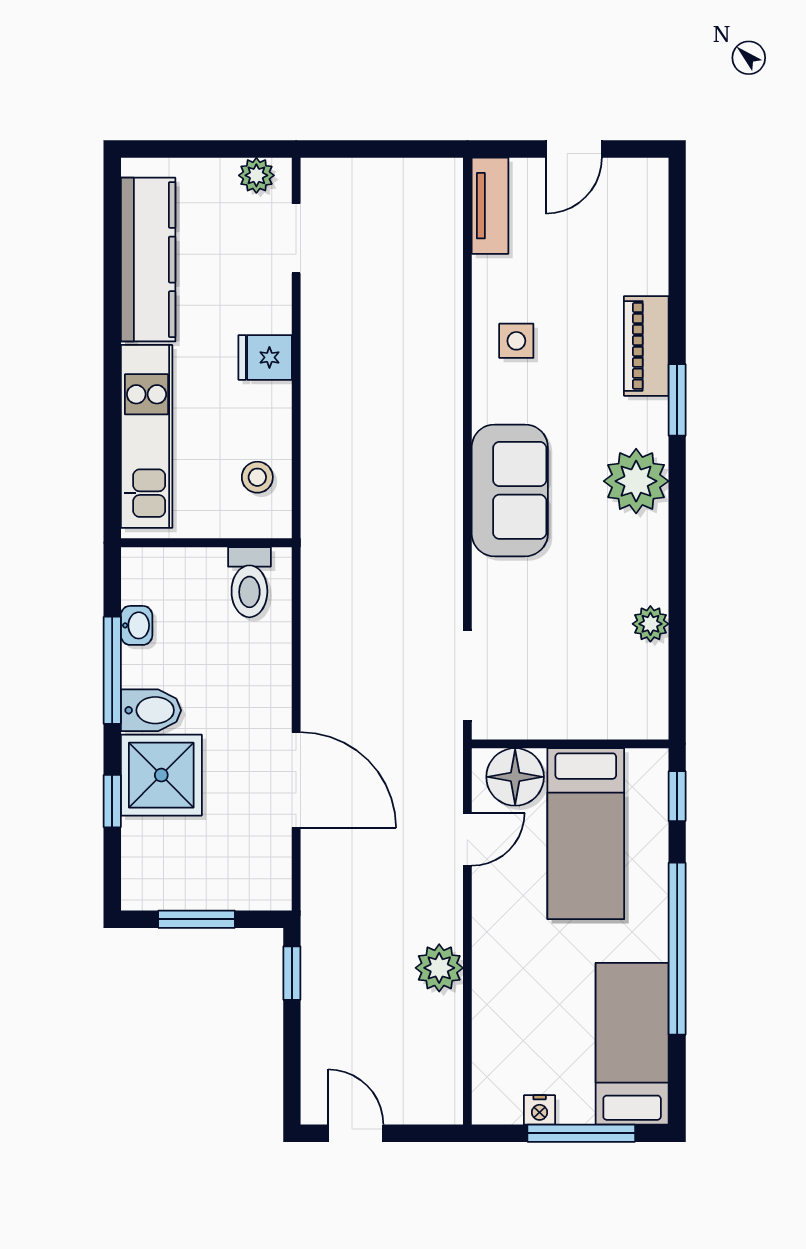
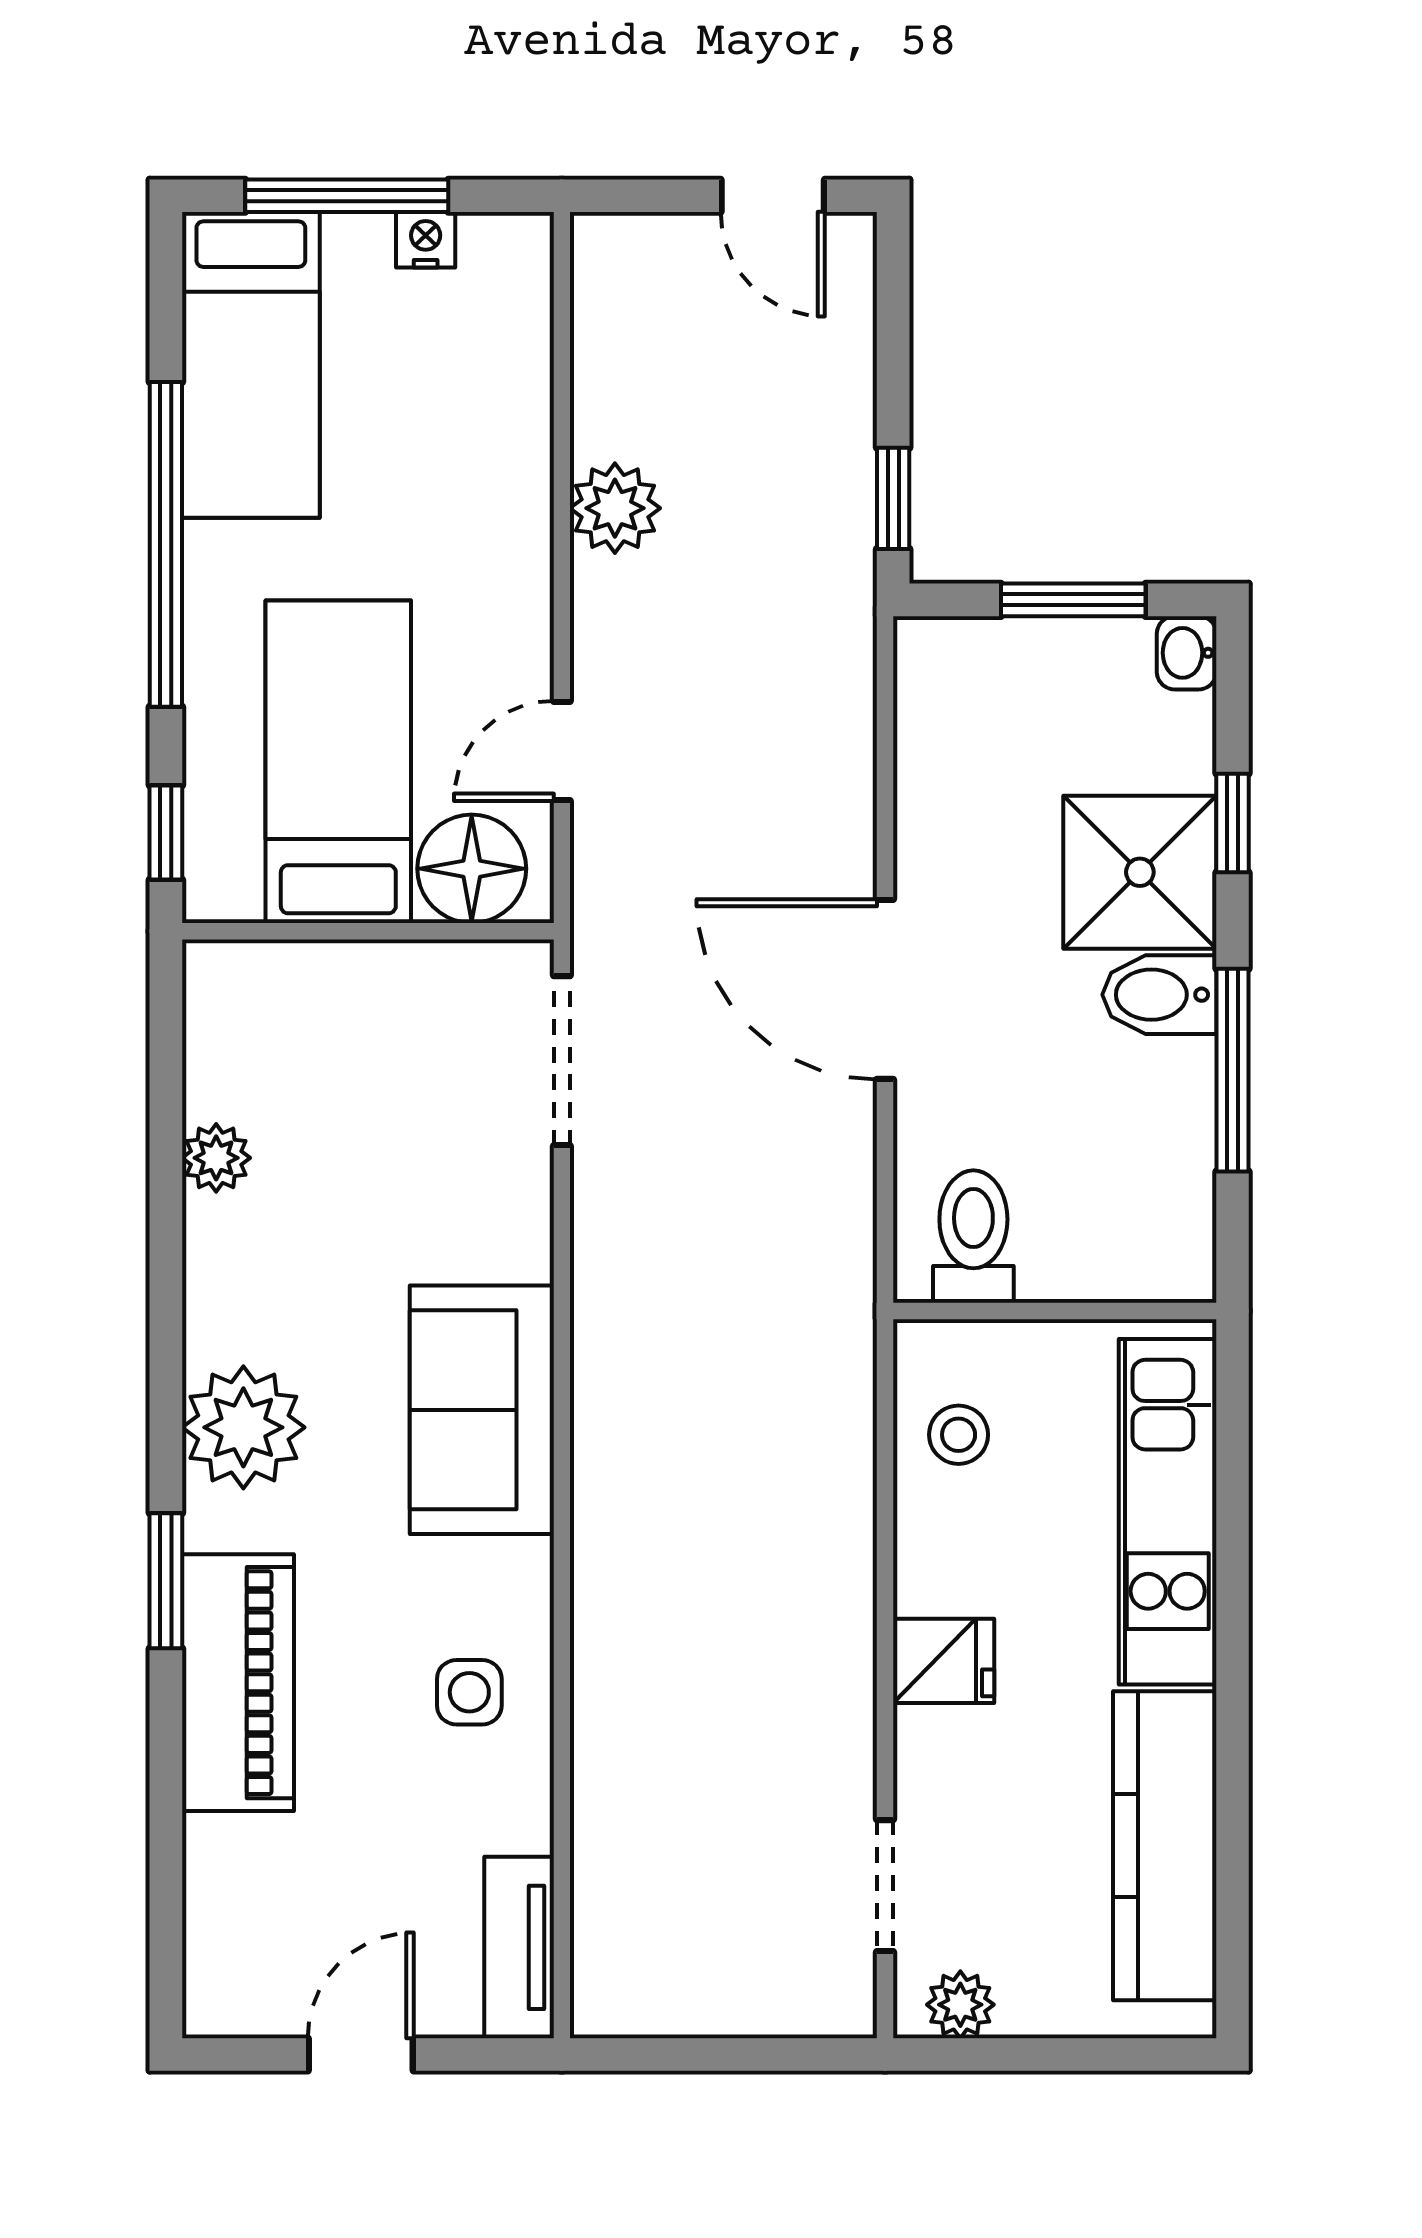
piano: (646, 346) -> (238, 1683), width x1.37, depth x1.33
washbasin: (137, 625) -> (1187, 653), moved
door: (296, 780) -> (885, 989), moved

